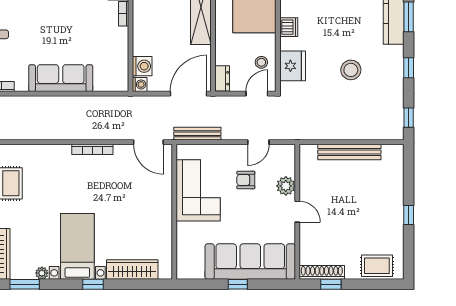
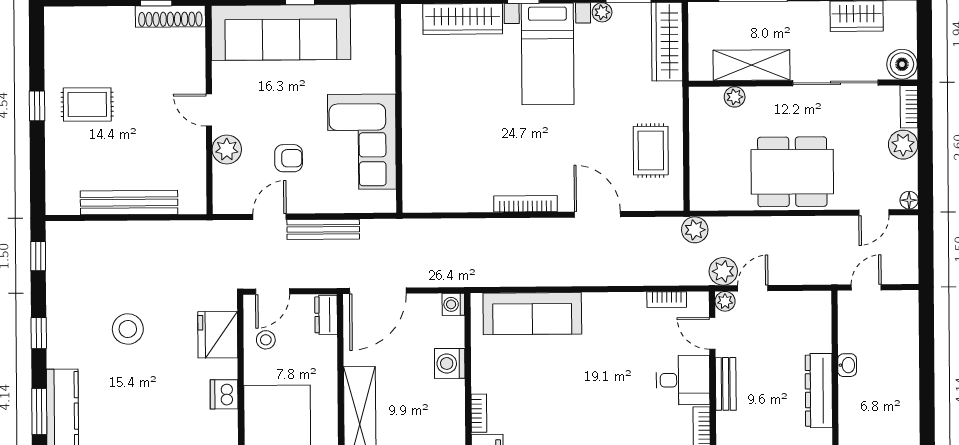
washing machine: (142, 66) -> (450, 363), moved
sofa: (61, 78) -> (532, 314), moved
bench: (197, 134) -> (323, 229), moved
door: (148, 142) -> (597, 214), moved
rug: (377, 266) -> (87, 104), moved

